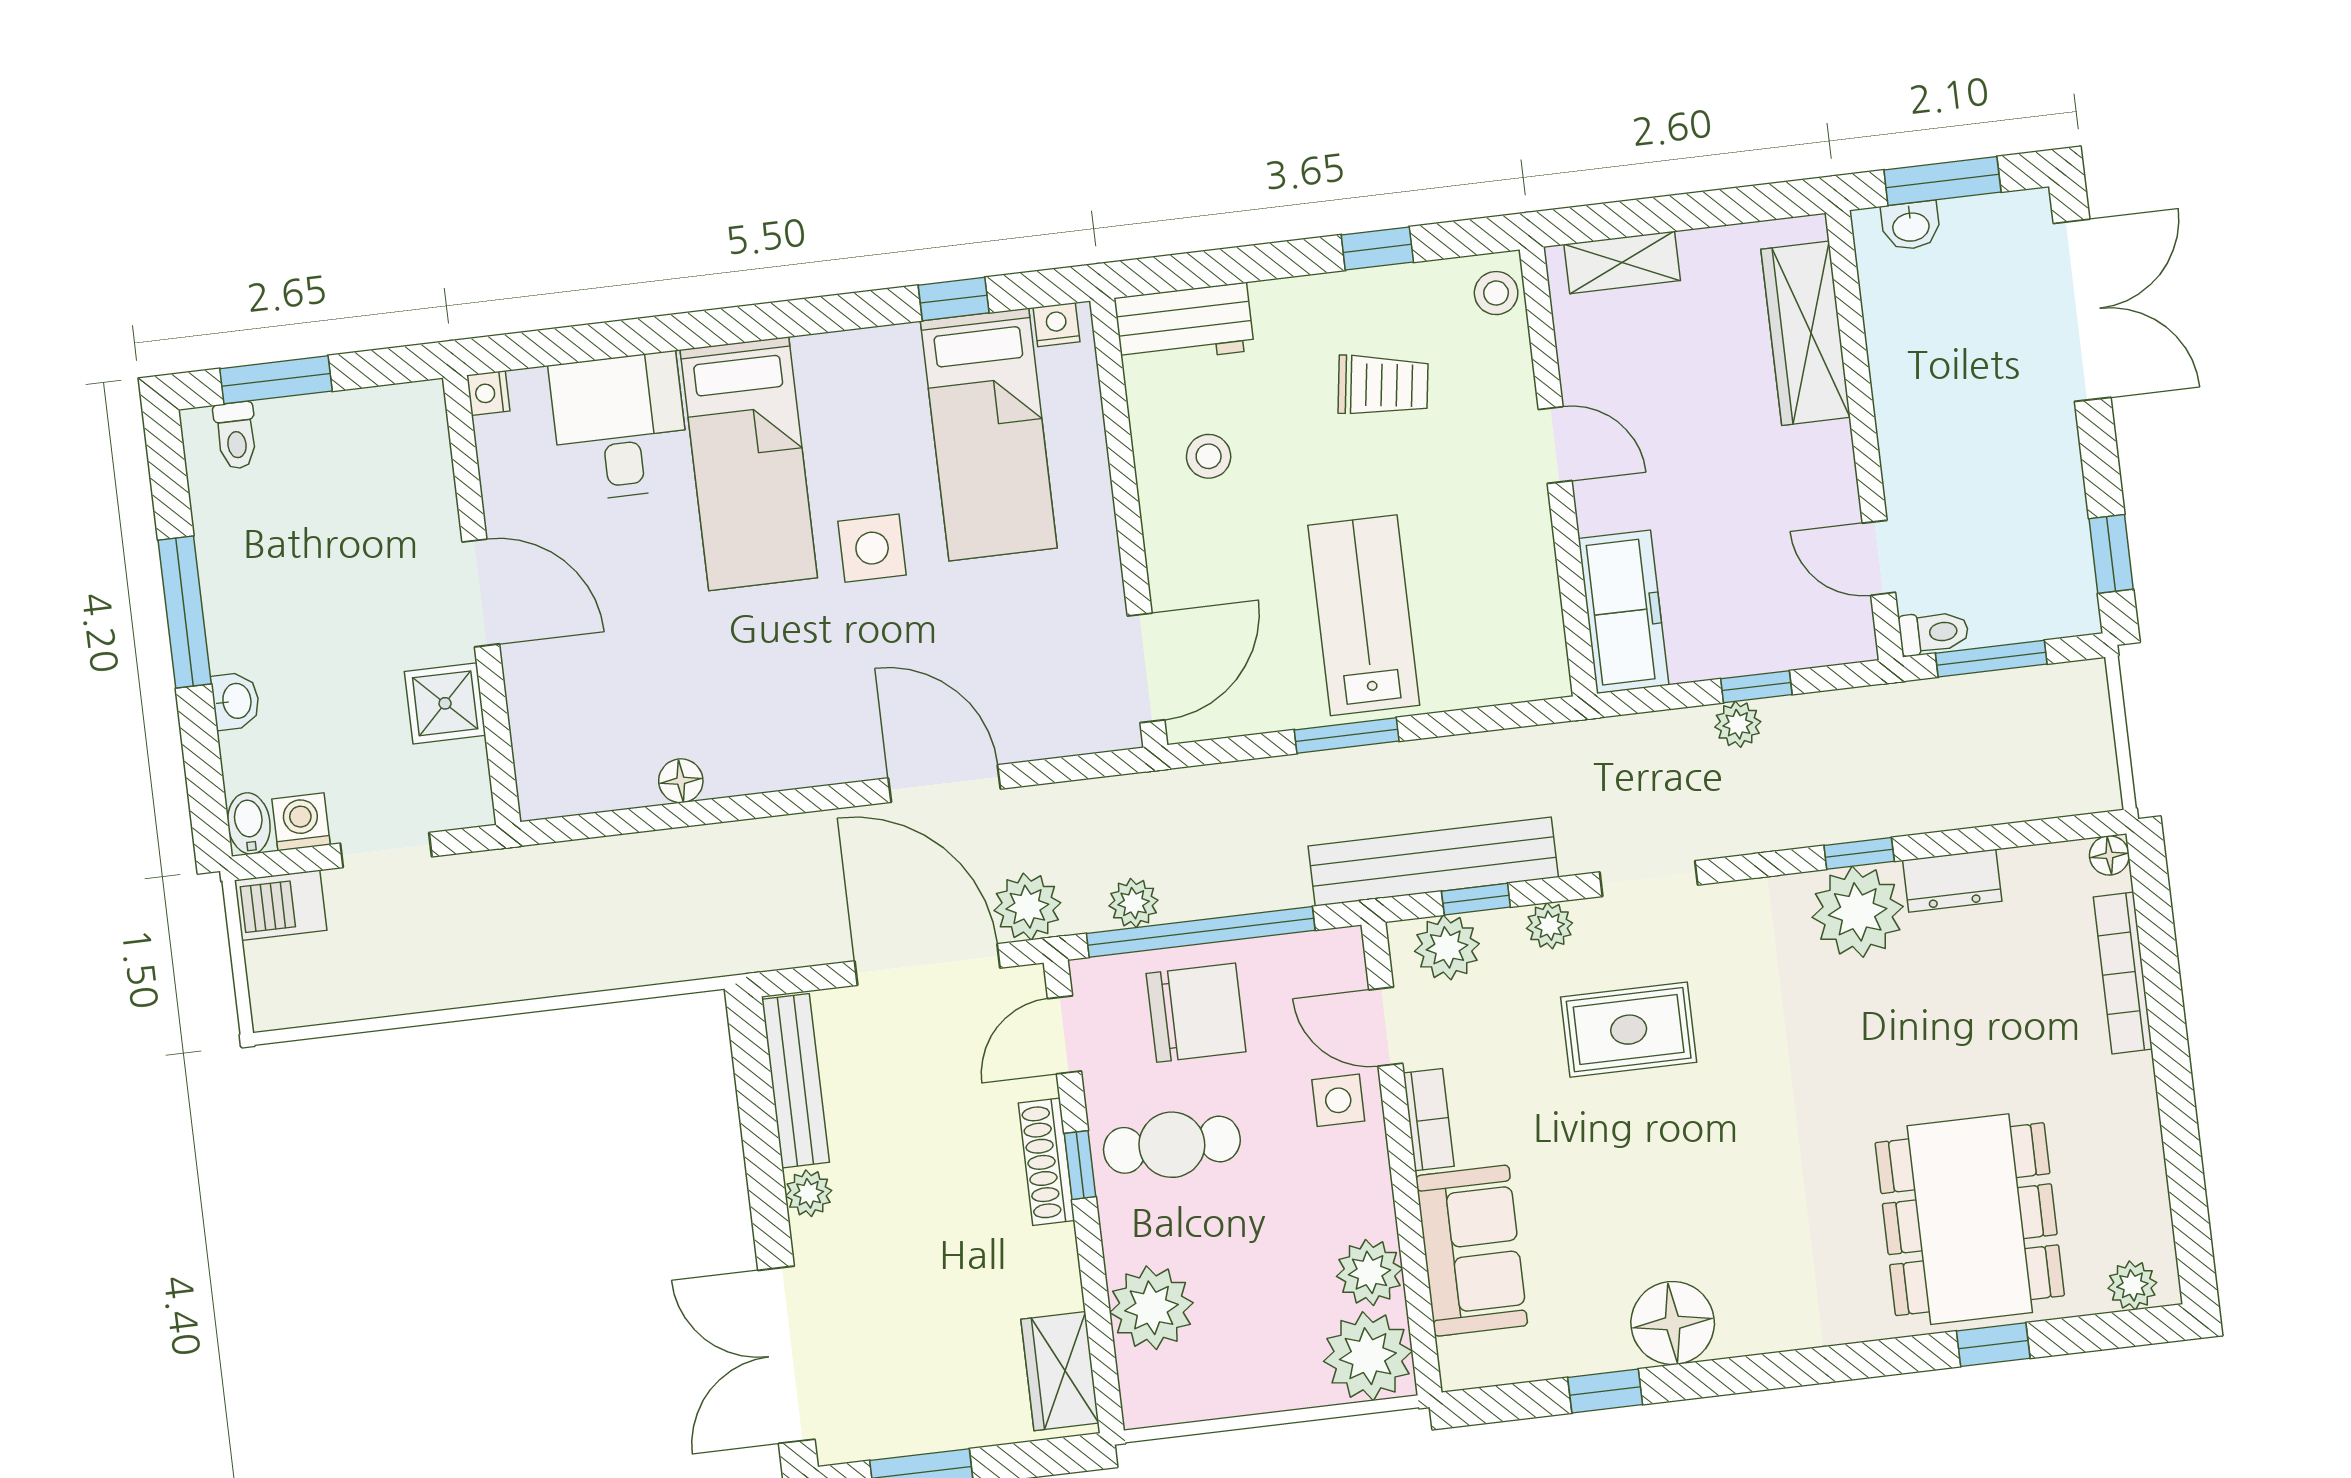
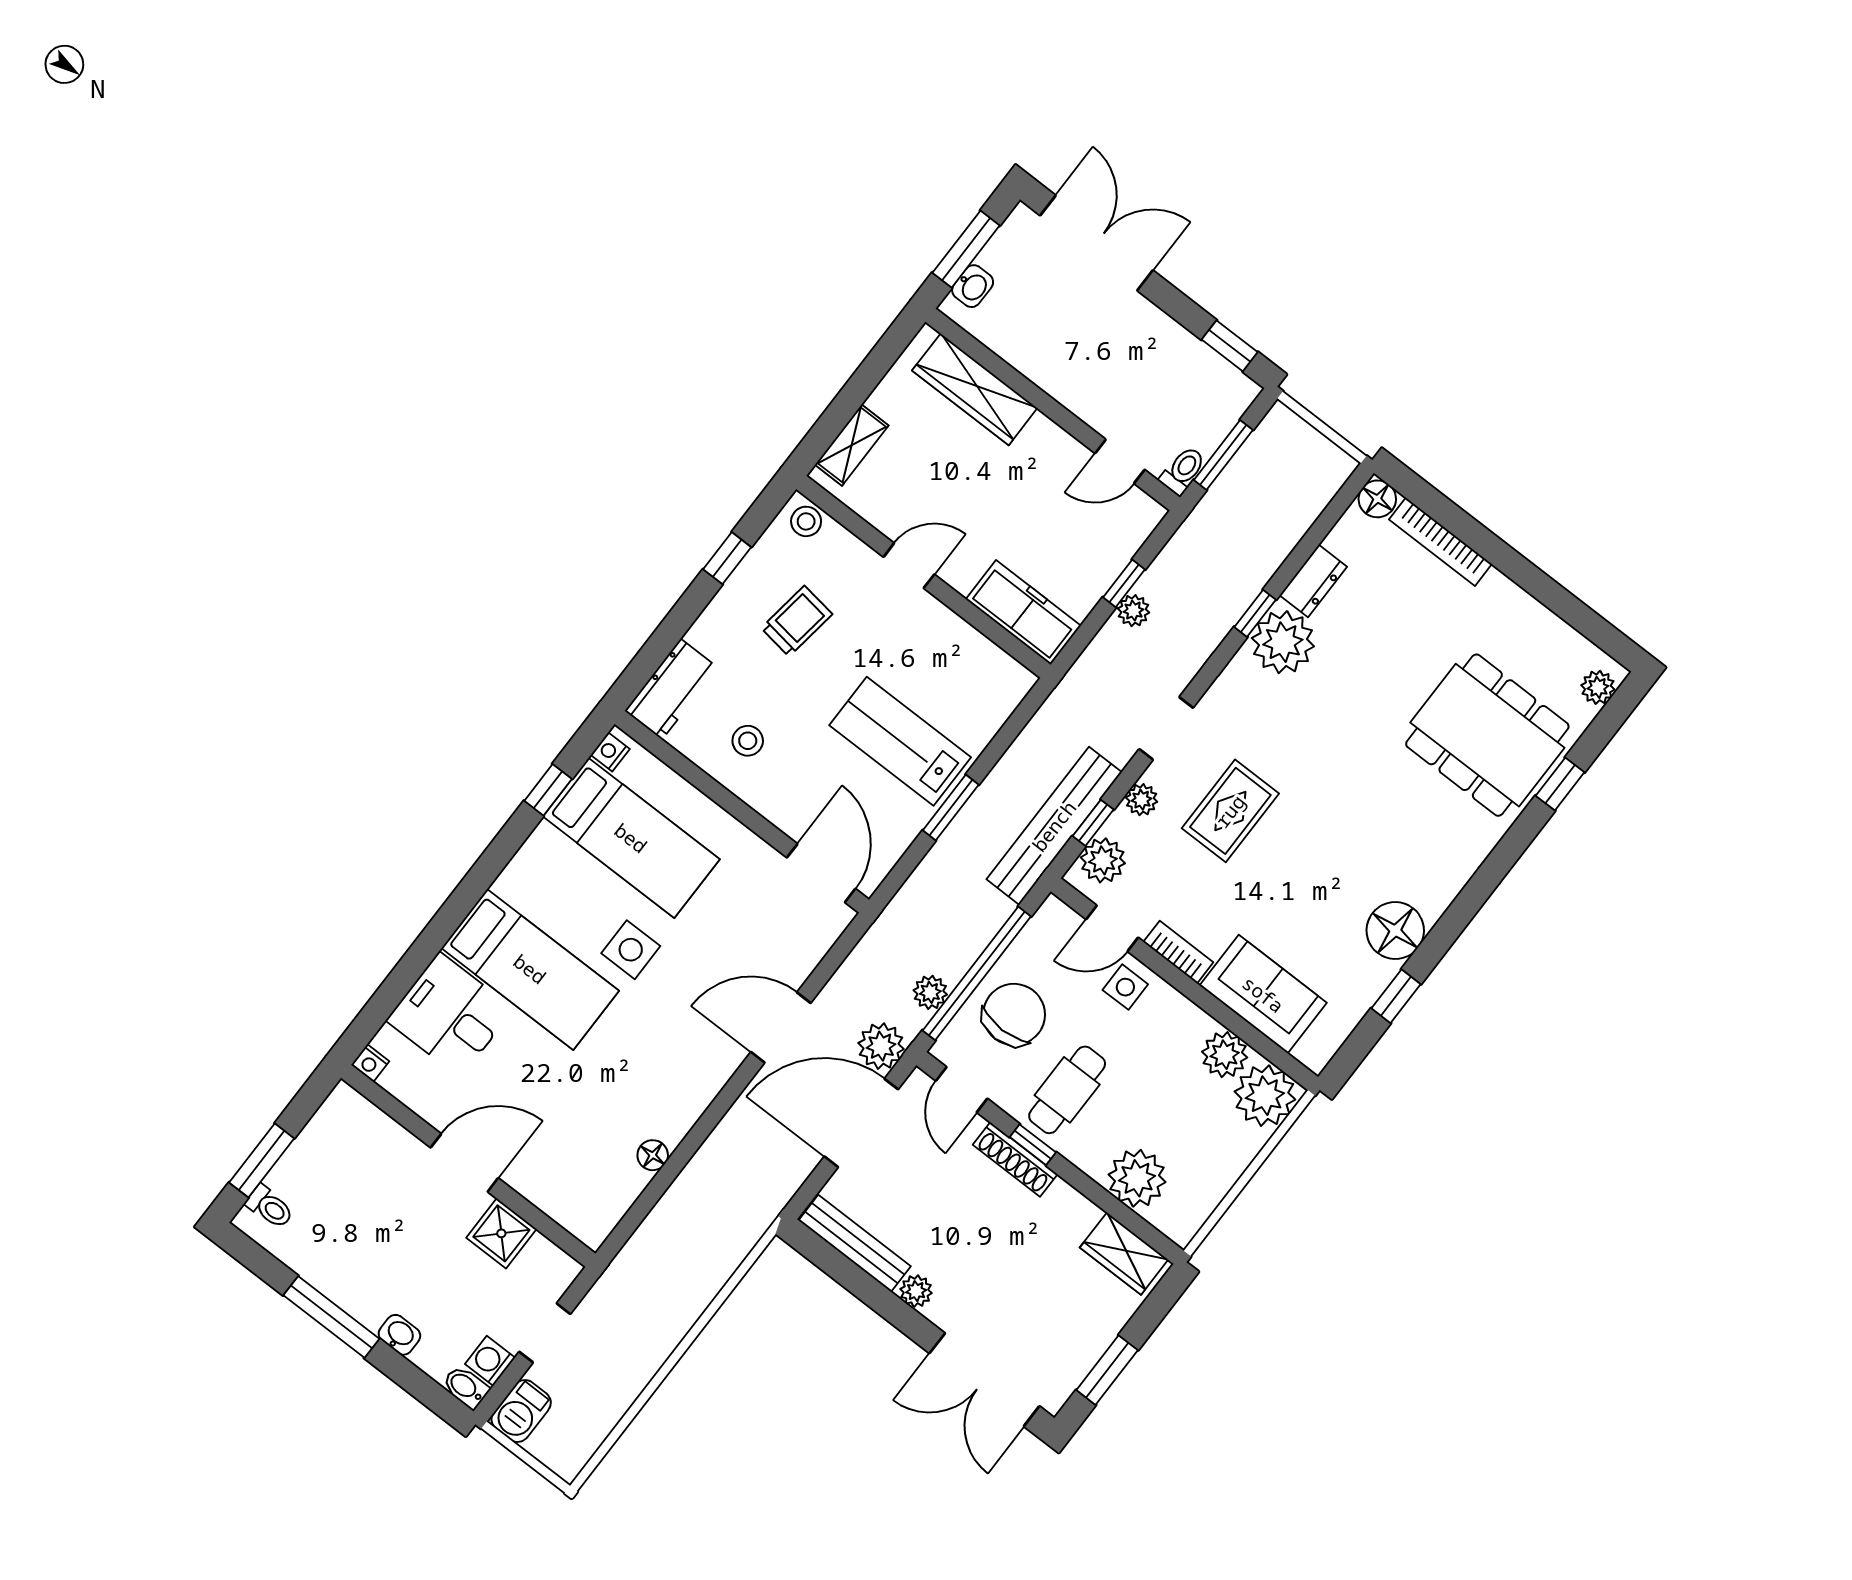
floor lamp: (2109, 855) -> (1377, 499), width x1.37, depth x1.37

